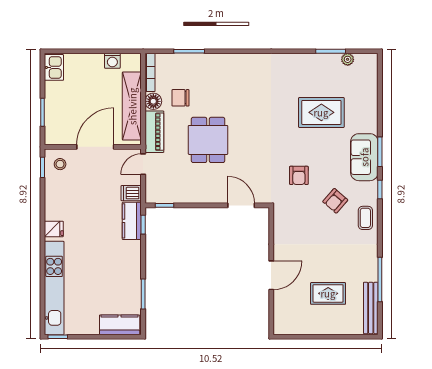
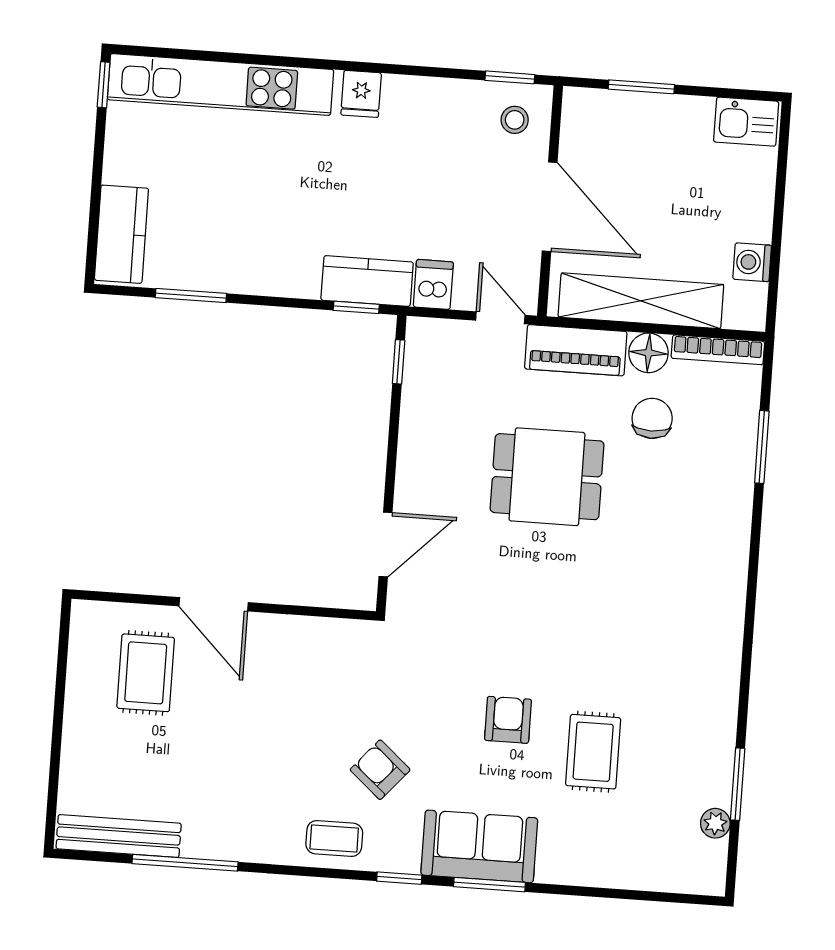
rug: (321, 112) -> (593, 752), width x0.73, depth x0.70
armchair: (299, 175) -> (508, 720), moved, turned 90
rug: (328, 293) -> (146, 673), moved

